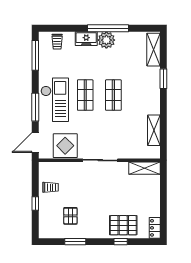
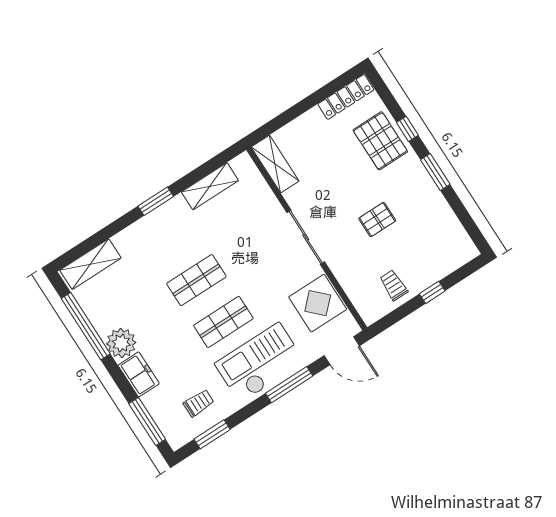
window: (61, 28) -> (147, 421), added
window: (108, 28) -> (86, 326), moved
trolley: (57, 42) -> (199, 403), moved
window: (35, 55) -> (212, 434), width x0.69
window: (163, 79) -> (156, 201), moved
pallet: (70, 216) -> (377, 220), moved
locker: (155, 228) -> (346, 97), width x1.53
window: (75, 242) -> (435, 172), moved

